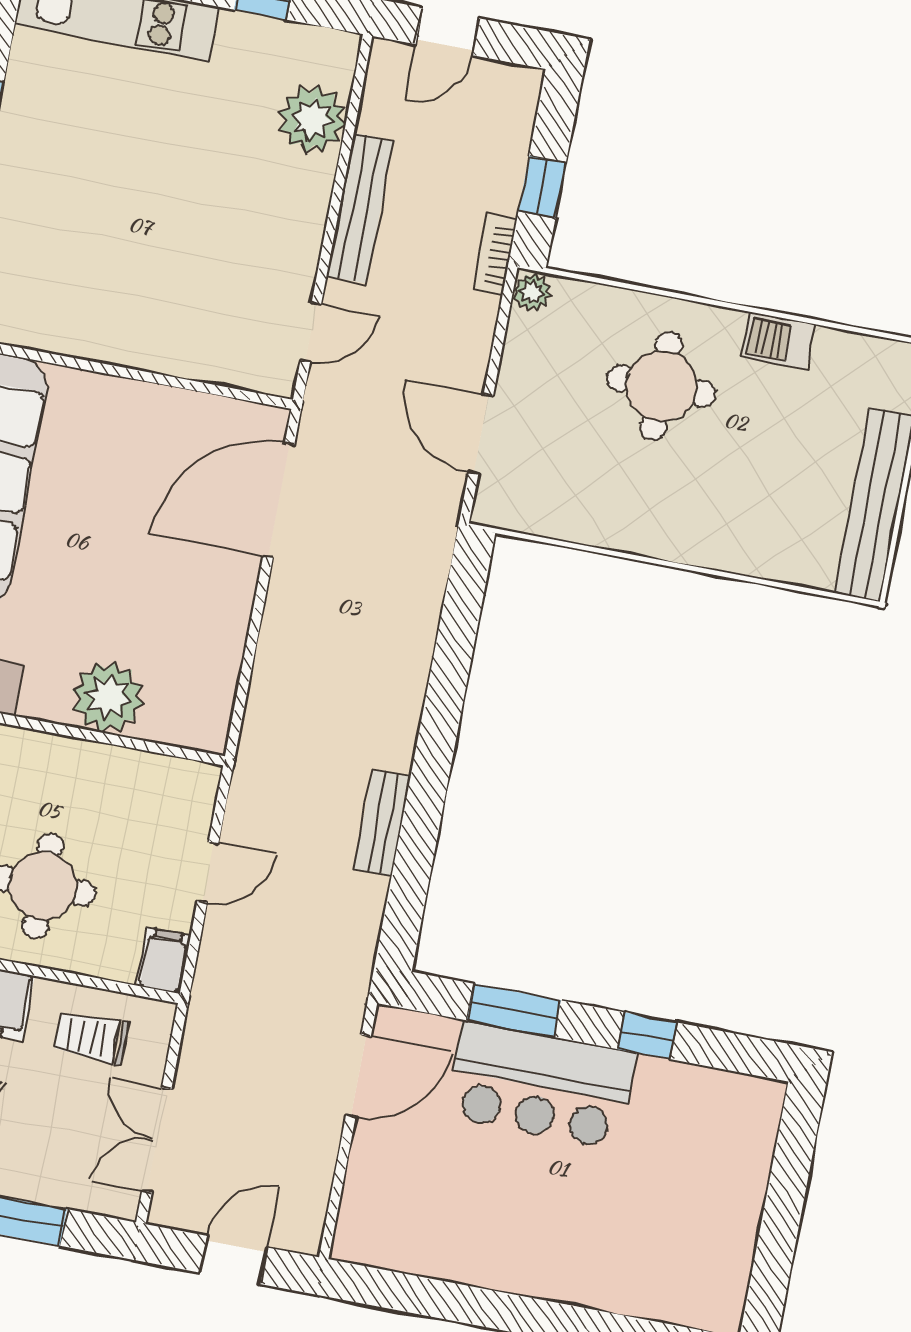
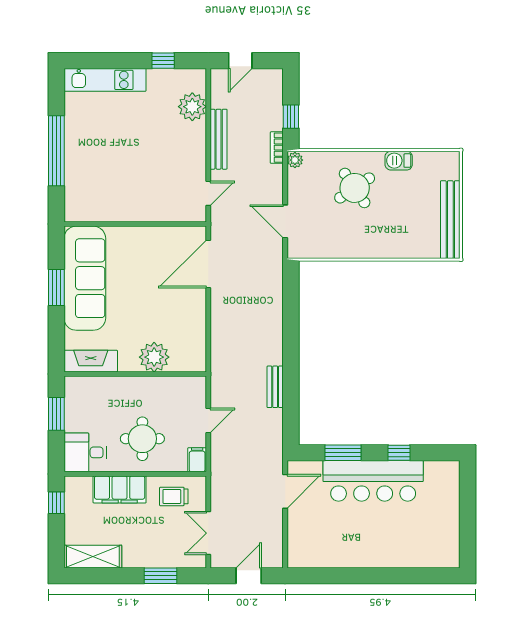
round table: (661, 386) -> (355, 188), turned -34
bar counter: (541, 1085) -> (373, 481), width x1.36

